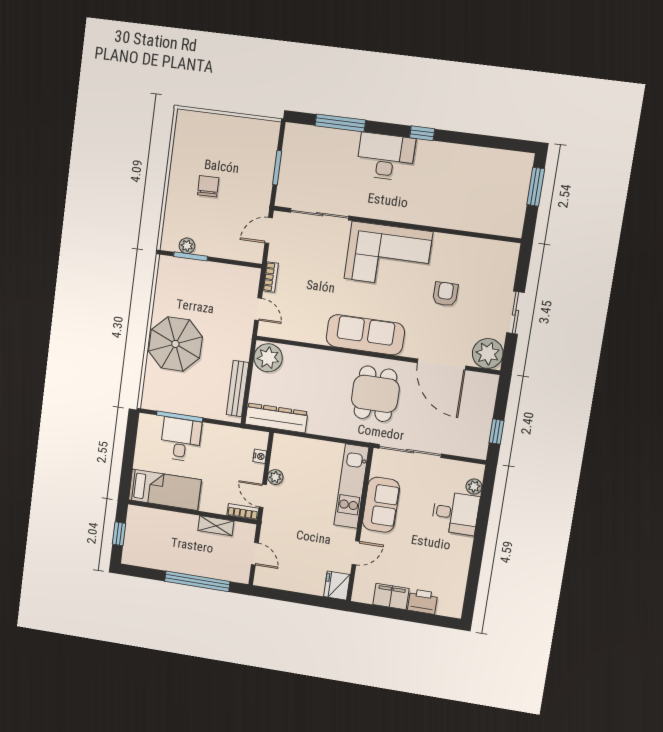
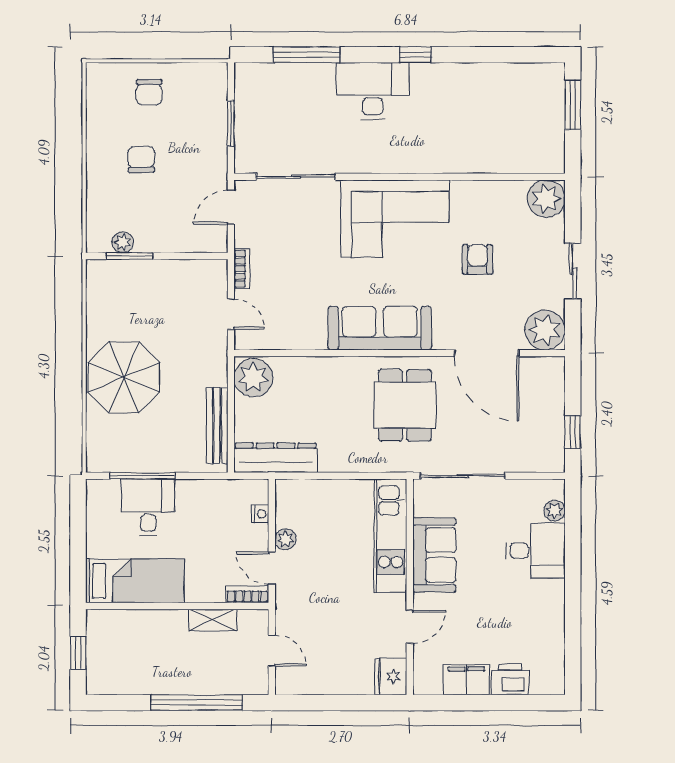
chair: (220, 137) -> (149, 92), added
plant: (504, 256) -> (546, 199), added

